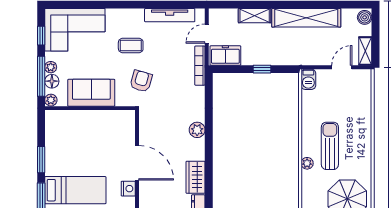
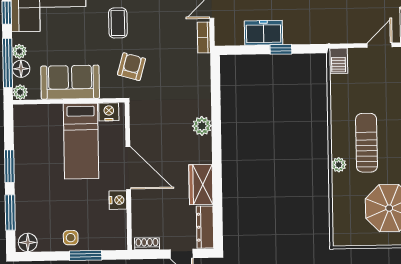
coffee table: (131, 46) -> (118, 23), turned 90
freezer: (225, 55) -> (264, 33), moved
bookcase: (200, 66) -> (204, 37), width x0.64
nightstand: (122, 117) -> (109, 112), added
bed: (75, 190) -> (81, 141), moved, turned 90

